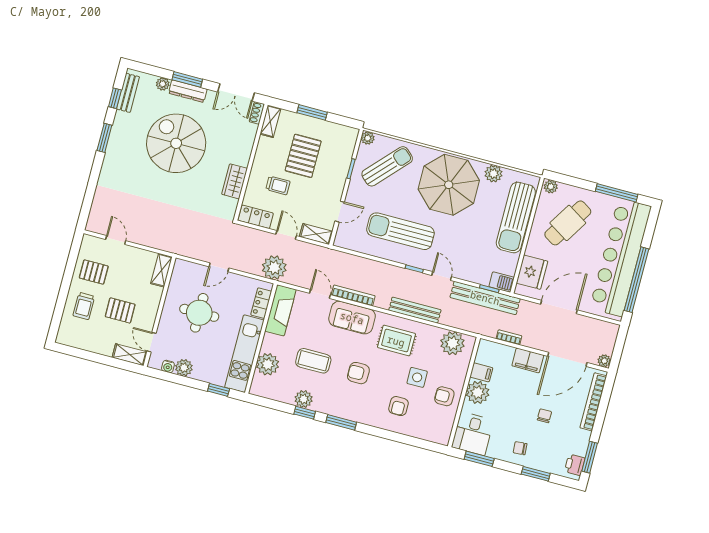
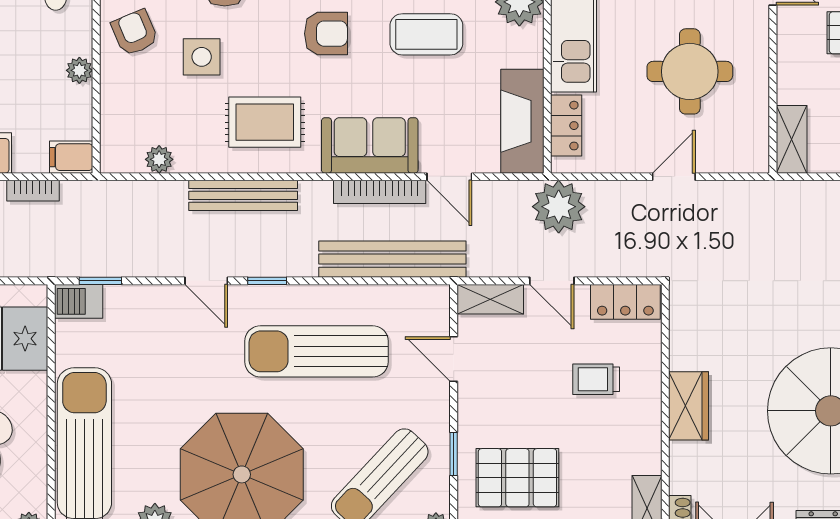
pallet: (303, 156) -> (517, 478), moved, turned 90
wardrobe: (235, 181) -> (689, 406), moved
door: (340, 212) -> (454, 359), hinge flipped
sun lounger: (400, 231) -> (317, 351), turned 180
bench: (485, 298) -> (392, 259), moved
plant: (452, 343) -> (159, 159), width x0.53, depth x0.53
filing cabinet: (481, 372) -> (71, 157), moved
plant: (478, 392) -> (79, 70), width x0.53, depth x0.53
armchair: (444, 396) -> (135, 33), turned -113

